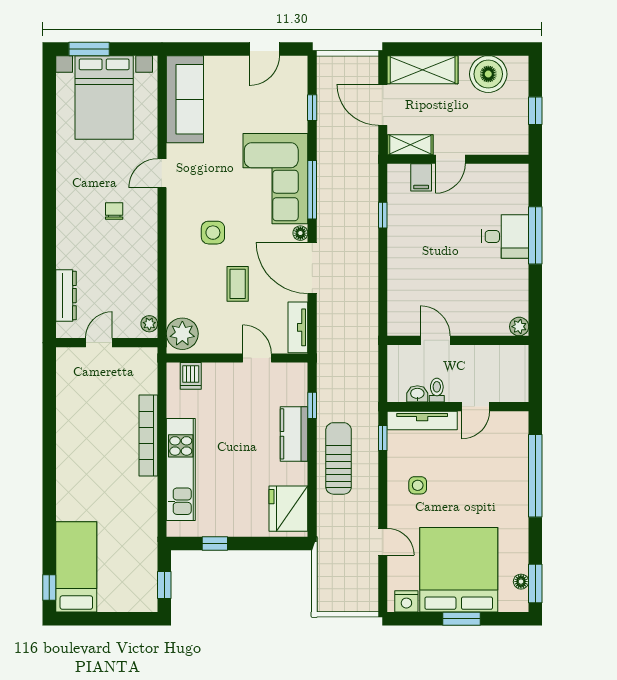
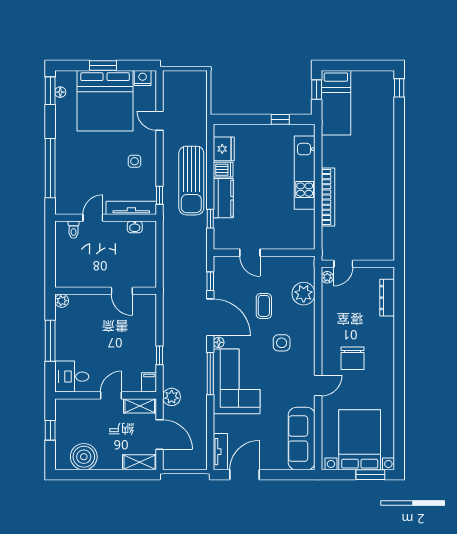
door: (264, 49) -> (245, 475), width x1.38
shelving: (423, 70) -> (139, 462), width x0.67, depth x0.75
window: (312, 108) -> (210, 281), moved
plant: (366, 157) -> (172, 397), added
filing cabinet: (421, 177) -> (149, 382), moved
chair: (114, 211) -> (352, 358), width x1.87, depth x1.87
desk: (505, 236) -> (72, 377), moved
tv unit: (298, 327) -> (220, 452), moved
plant: (519, 327) -> (62, 301), moved
plant: (182, 334) -> (304, 294), moved
door: (435, 340) -> (122, 291), moved
wall: (458, 340) -> (106, 291), moved
door: (99, 343) -> (343, 264), moved
dishwasher: (191, 376) -> (223, 170), moved, turned 90
toilet: (437, 390) -> (74, 230), moved
sun lounger: (339, 458) -> (191, 181), width x1.36, depth x1.34
fridge: (288, 509) -> (224, 149), width x0.73, depth x0.75
bed: (76, 567) -> (336, 103), moved

